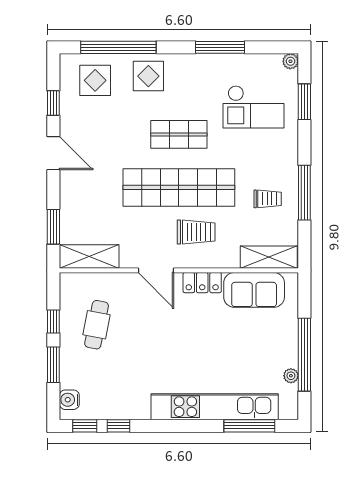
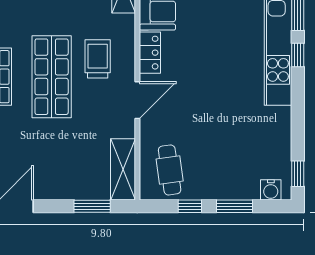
shop shelf: (179, 187) -> (52, 77), width x0.71
cafe table: (97, 325) -> (170, 170), moved, turned 71
window: (118, 426) -> (298, 55), moved

